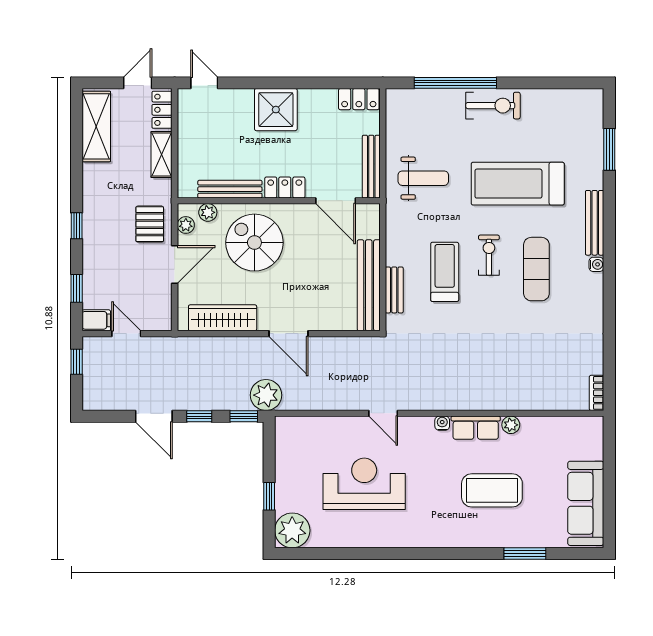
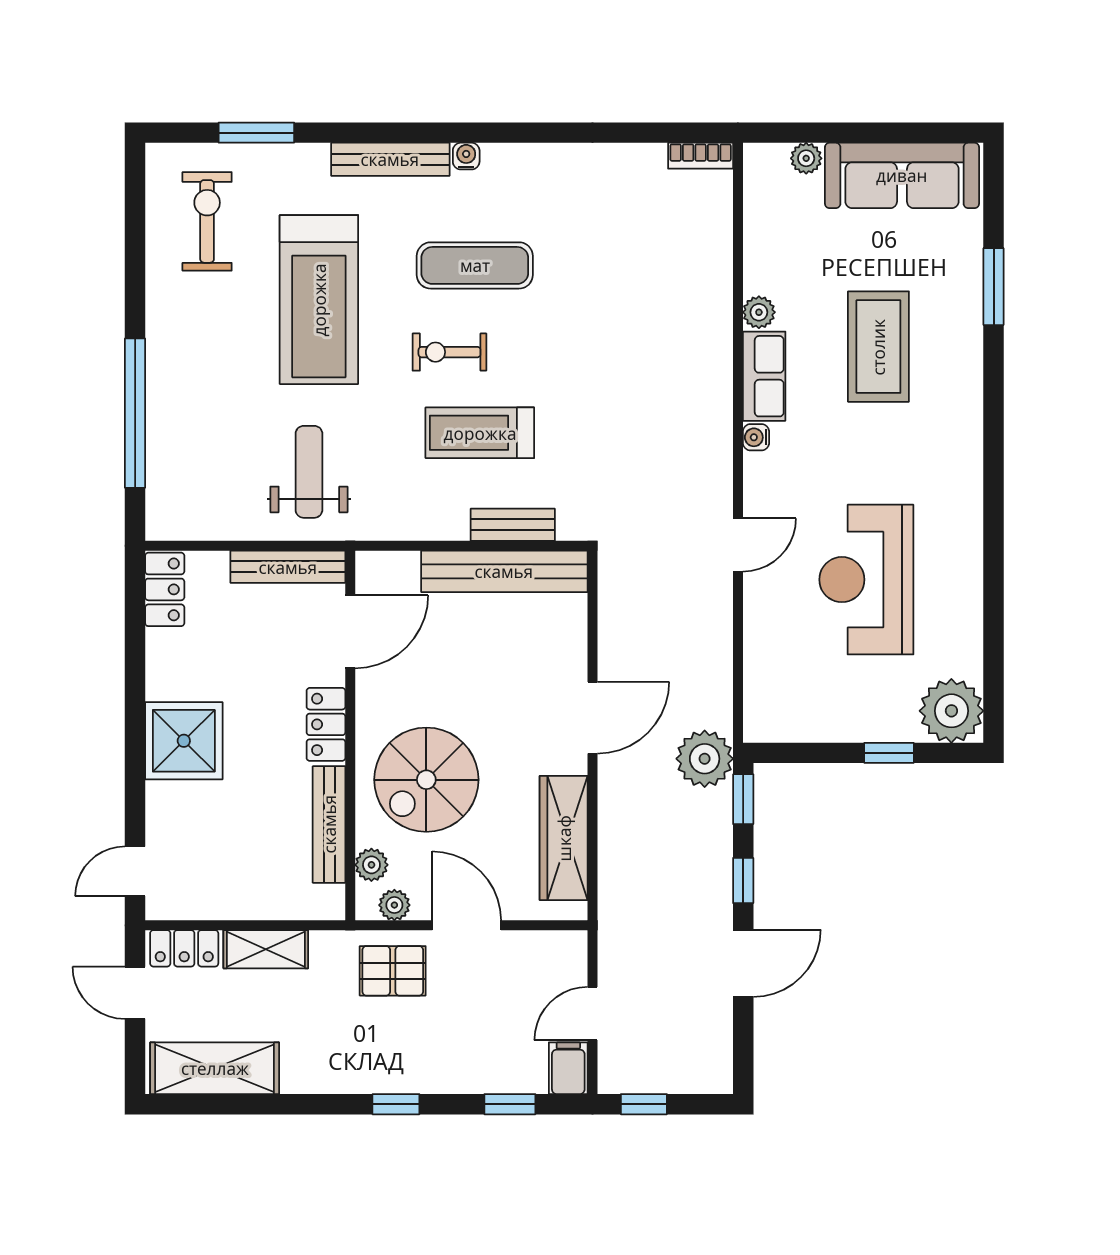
exercise bike: (493, 106) -> (207, 221), moved
plant: (595, 451) -> (806, 158), added

